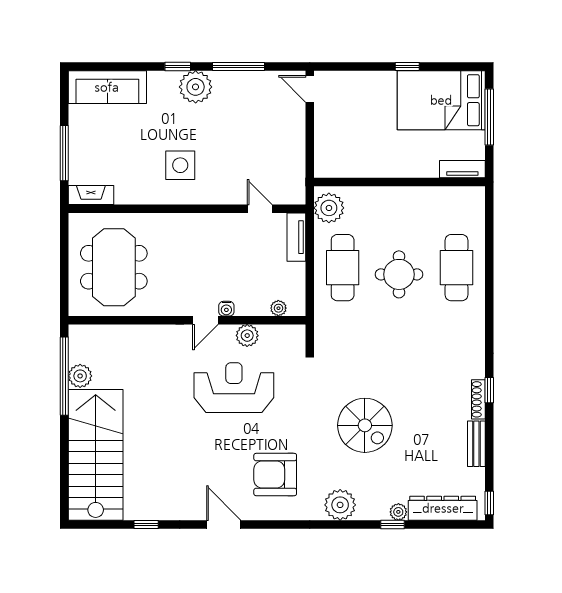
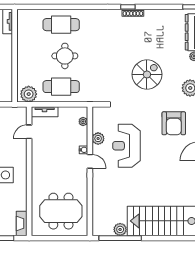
bench: (476, 444) -> (157, 14), removed

